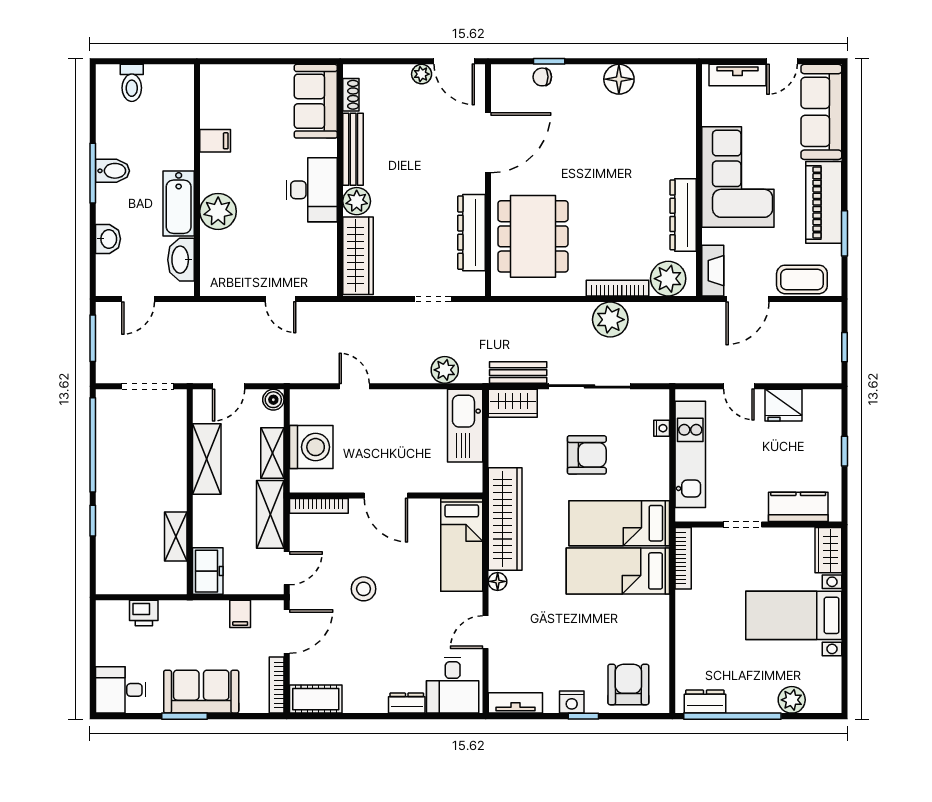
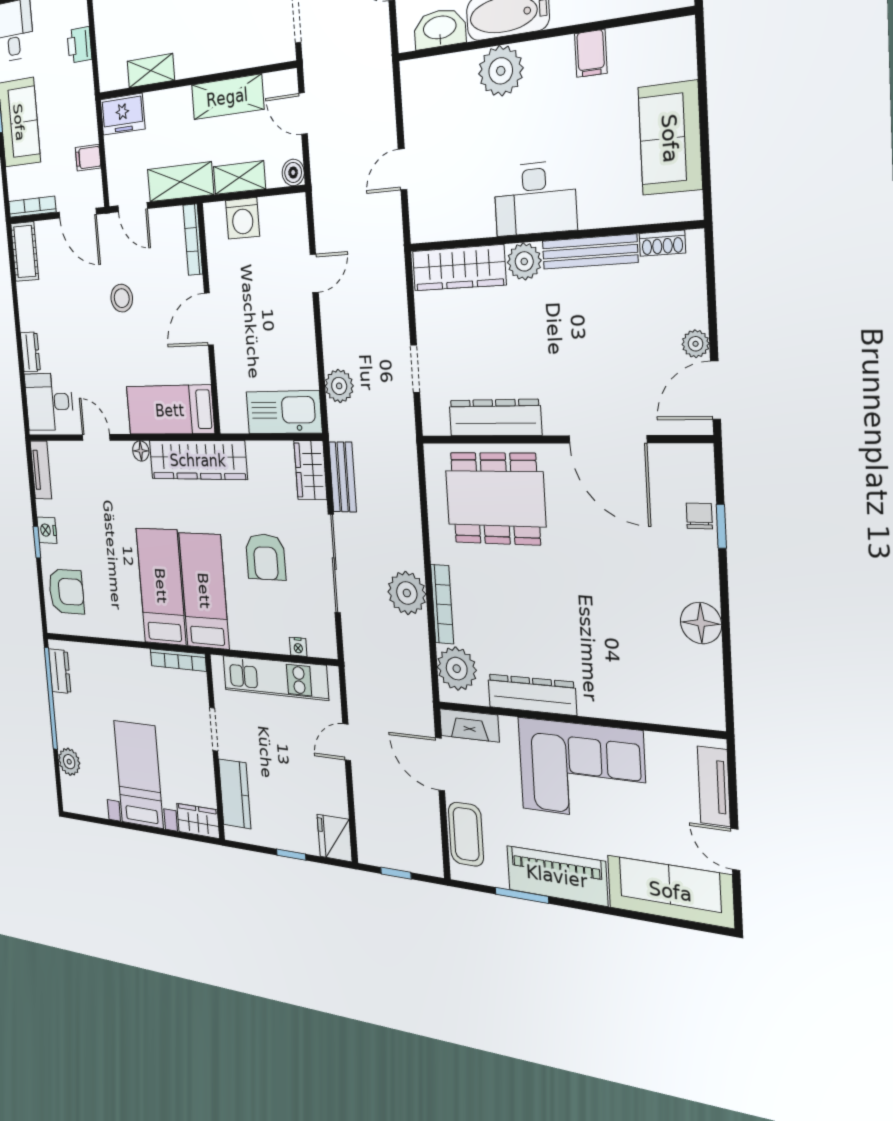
sofa: (316, 101) -> (670, 138), moved, turned -90
fridge: (784, 405) -> (335, 838), moved
washing machine: (311, 447) -> (242, 218), width x0.73, depth x0.73

